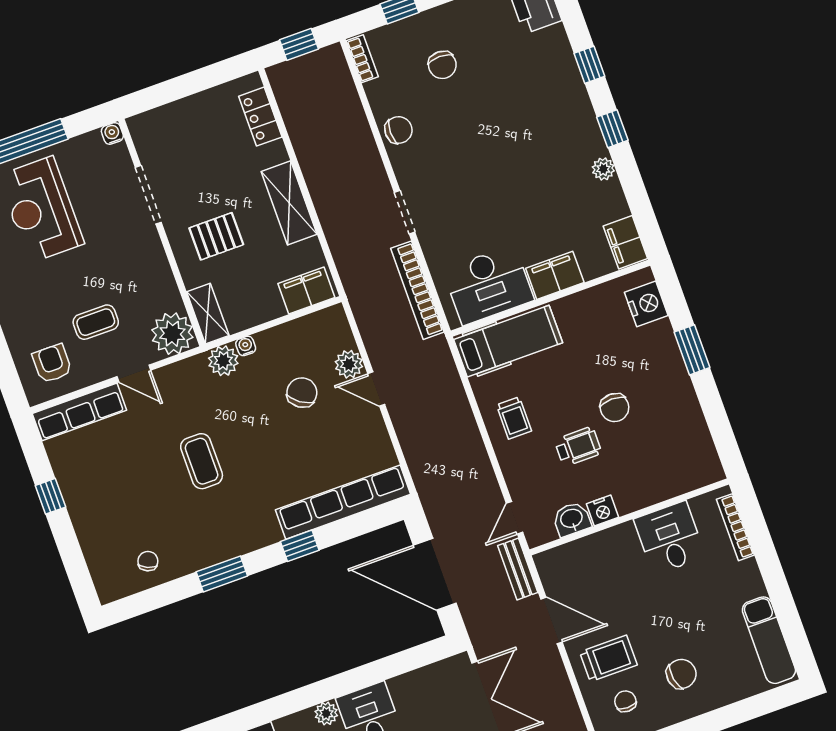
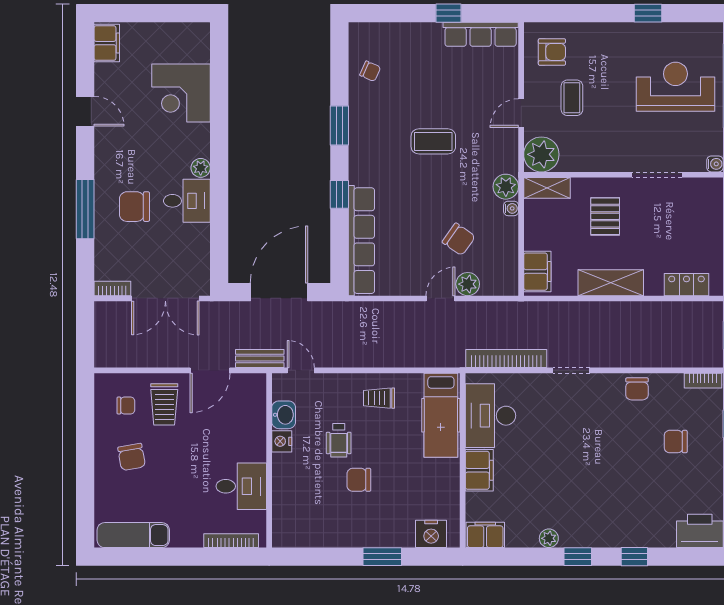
row of seats: (79, 412) -> (481, 34), moved, turned -90

